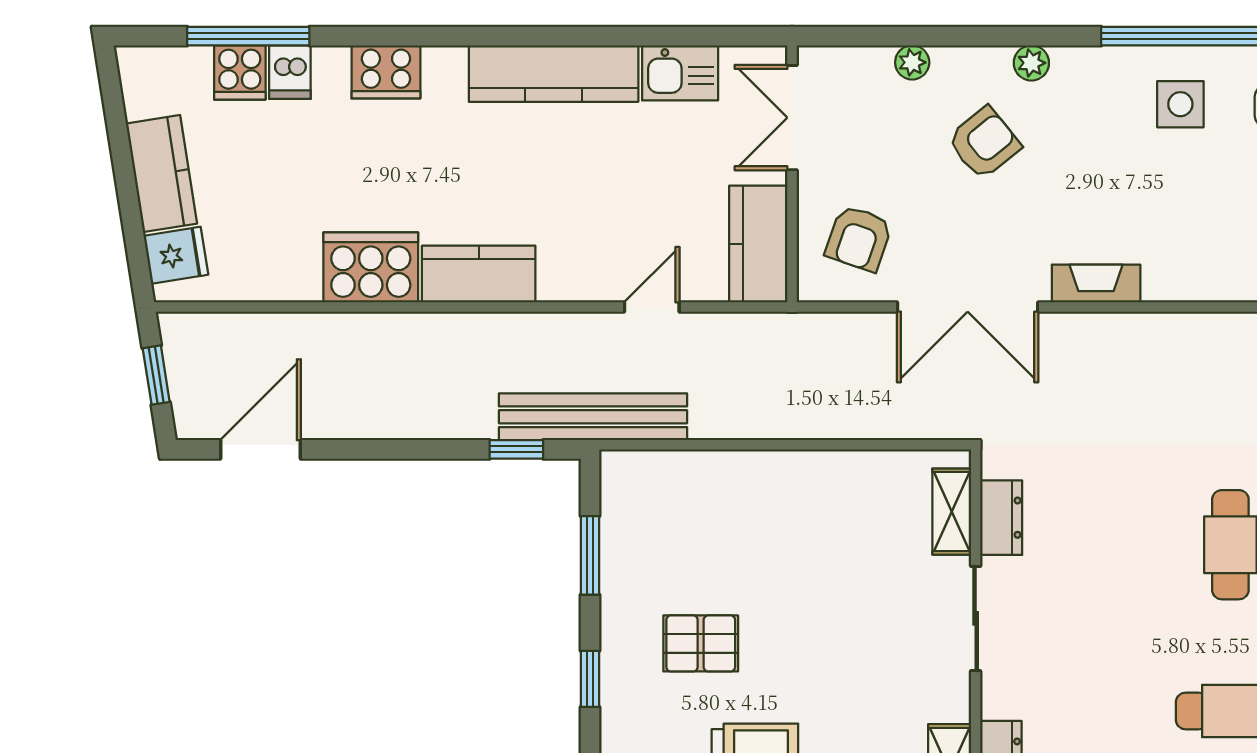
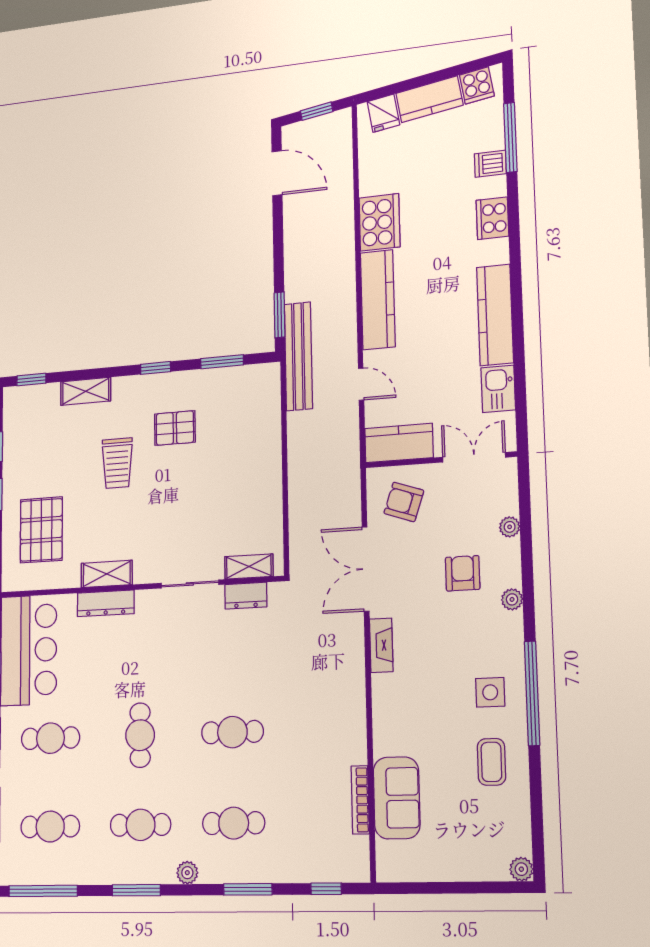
cooker: (240, 72) -> (477, 85), moved, turned -99
armchair: (984, 143) -> (463, 573), turned -141
kitchen counter: (479, 274) -> (378, 300), width x1.50
window: (516, 449) -> (280, 315), width x1.50
pallet: (701, 643) -> (175, 428), turned 90

